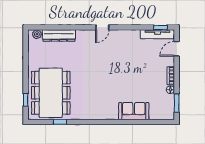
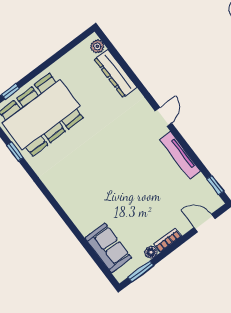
door: (102, 27) -> (163, 117), swing flipped
tv unit: (157, 34) -> (180, 155), moved
sofa: (134, 111) -> (108, 248), moved

